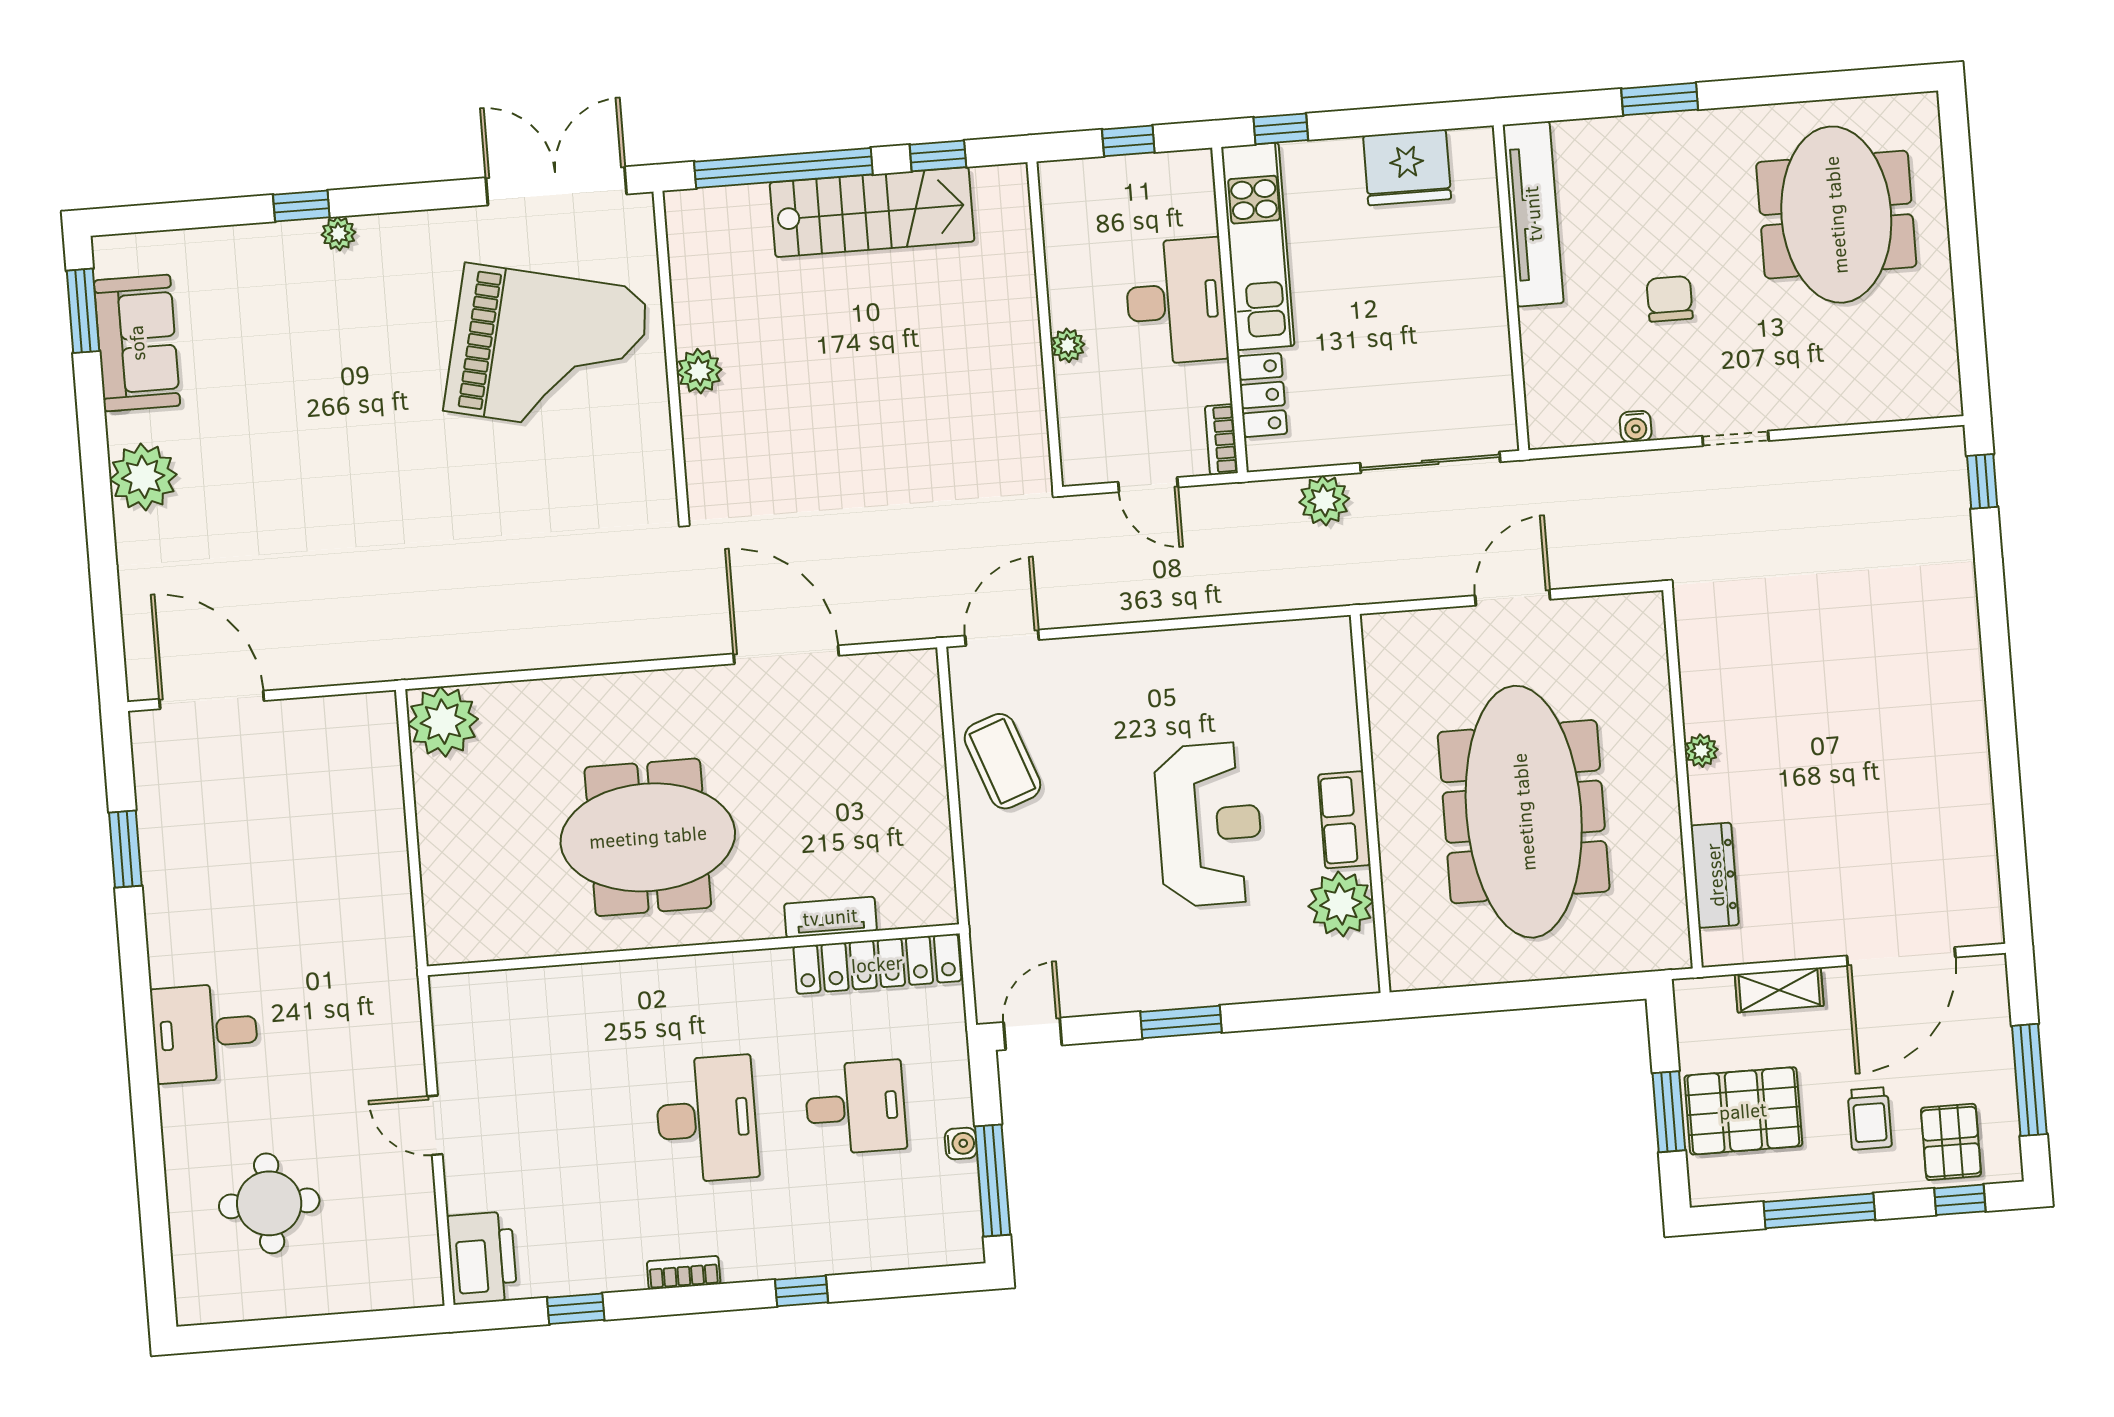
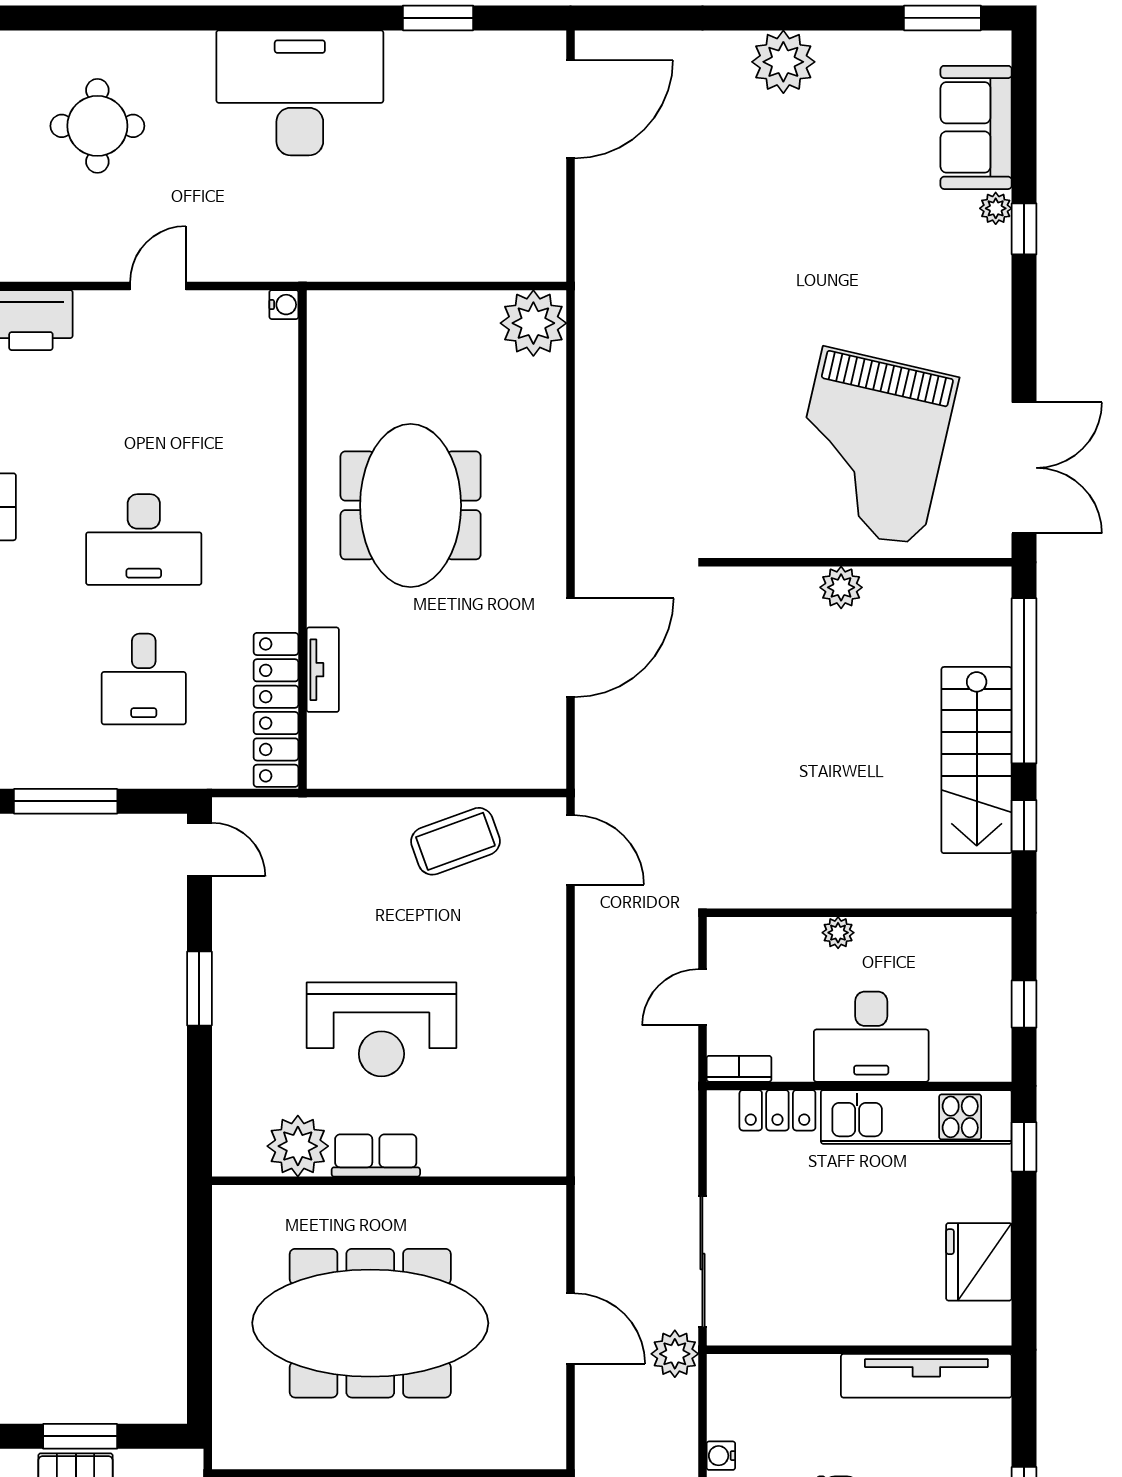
plant: (339, 234) -> (996, 208), moved
sofa: (137, 343) -> (976, 127), moved, turned 90
plant: (1324, 500) -> (675, 1354), moved
desk: (205, 1033) -> (300, 93), width x1.87, depth x1.30
water cooler: (961, 1143) -> (284, 305), moved, turned -90

